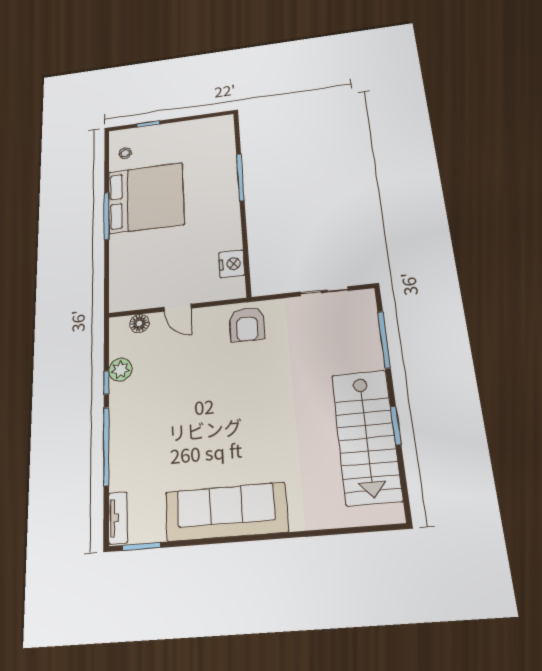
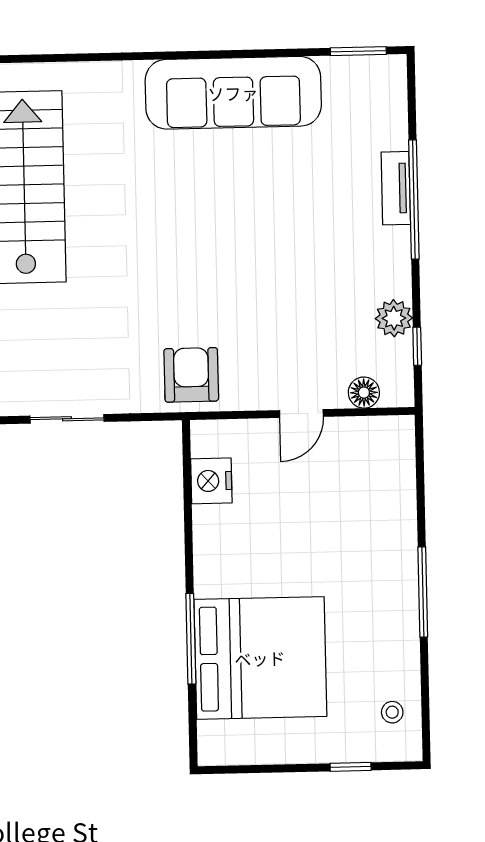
bed: (146, 198) -> (260, 658), moved, turned 180
door: (177, 308) -> (301, 413), swing flipped
window: (106, 382) -> (417, 346), moved
tv unit: (118, 518) -> (396, 188), moved

